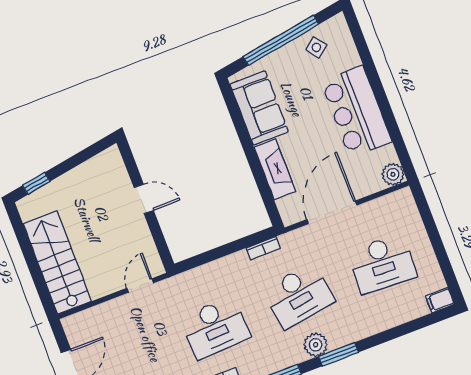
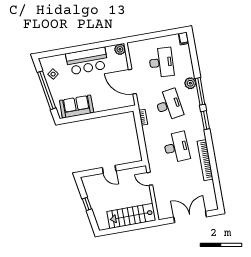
fireplace: (275, 169) -> (107, 105), removed
window: (36, 183) -> (87, 204), moved
door: (144, 199) -> (109, 169), swing flipped
plant: (316, 345) -> (190, 83), moved
window: (338, 354) -> (200, 91), width x1.44

